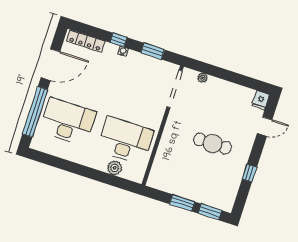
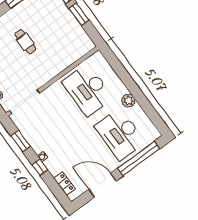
locker: (86, 41) -> (64, 184), width x0.66
cafe table: (213, 144) -> (25, 42), width x0.73, depth x0.74
plant: (115, 168) -> (128, 101), moved

